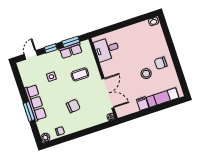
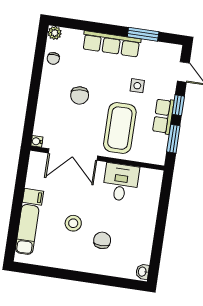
desk: (107, 49) -> (121, 182), moved
row of seats: (71, 50) -> (163, 116), moved
chair: (161, 63) -> (102, 240), moved
coffee table: (80, 74) -> (120, 128), width x1.86, depth x1.72
window: (29, 112) -> (143, 34), moved

